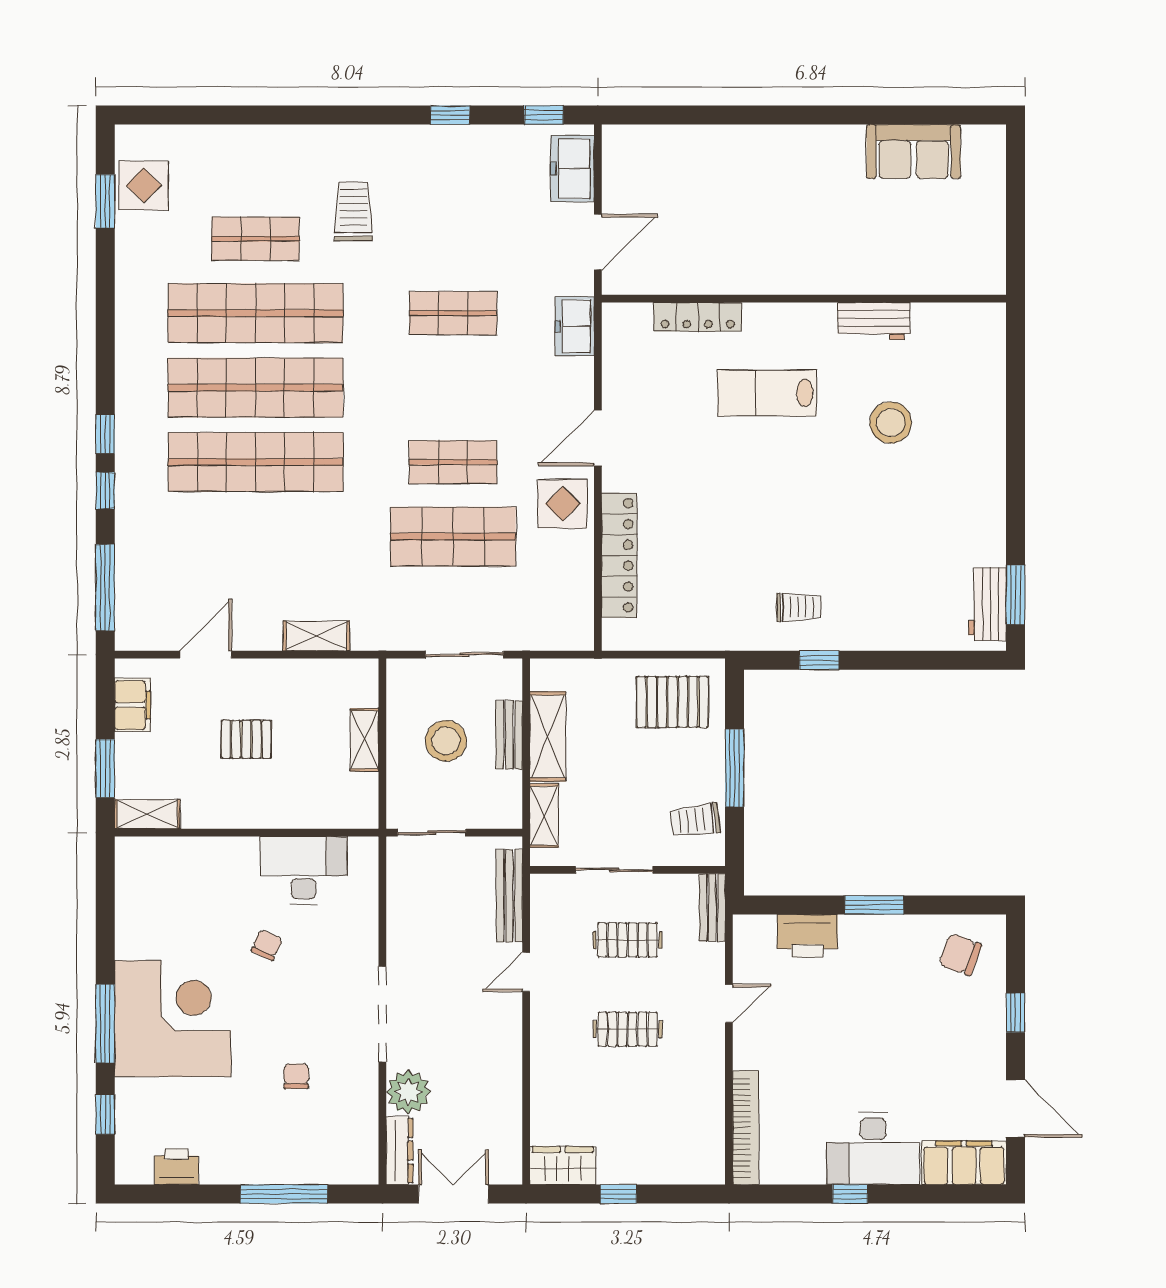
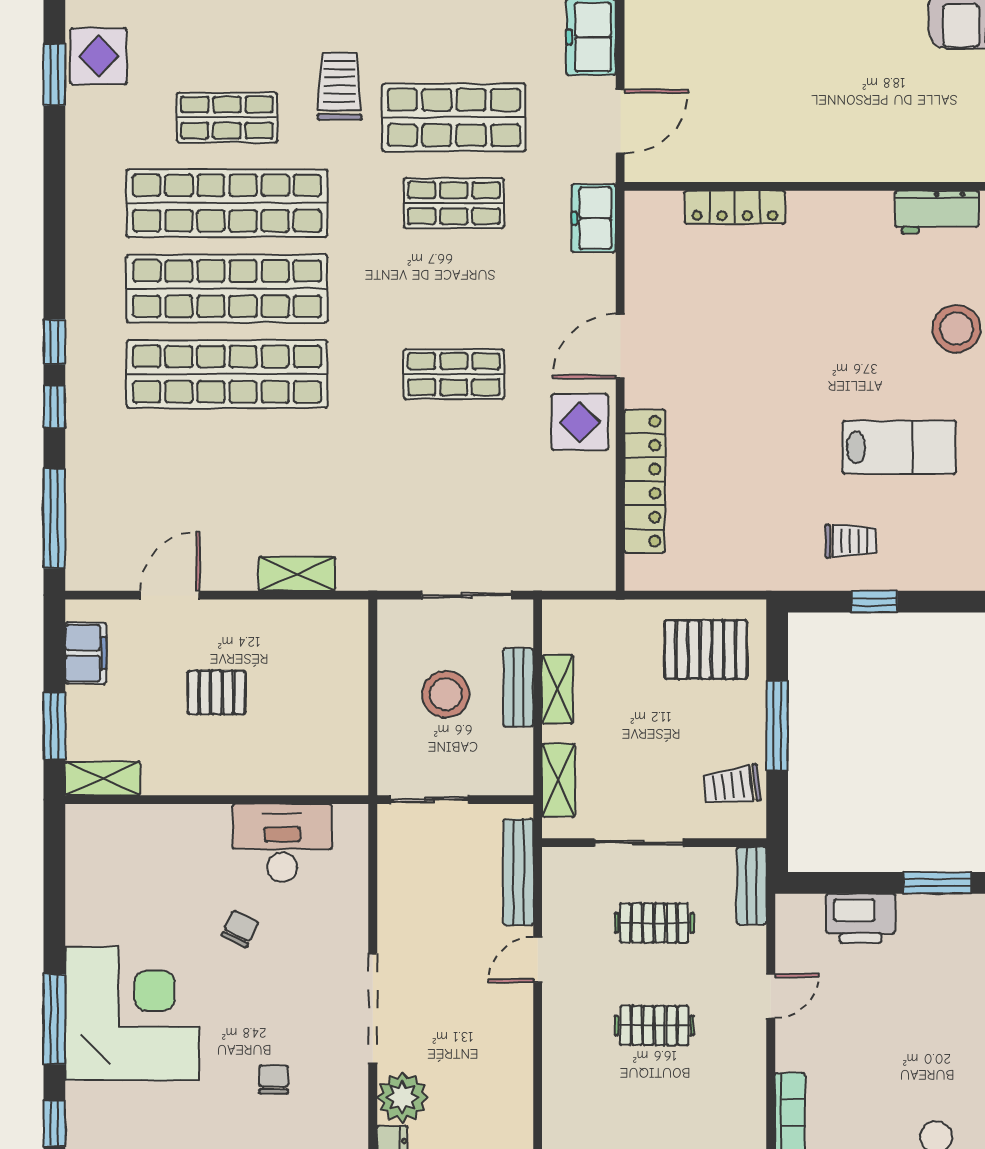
lab bench: (767, 393) -> (899, 447), moved, turned 180
shop shelf: (453, 537) -> (454, 118), moved
shelving: (548, 736) -> (557, 689), width x0.67, depth x0.75
shelving: (365, 740) -> (352, 693), removed

